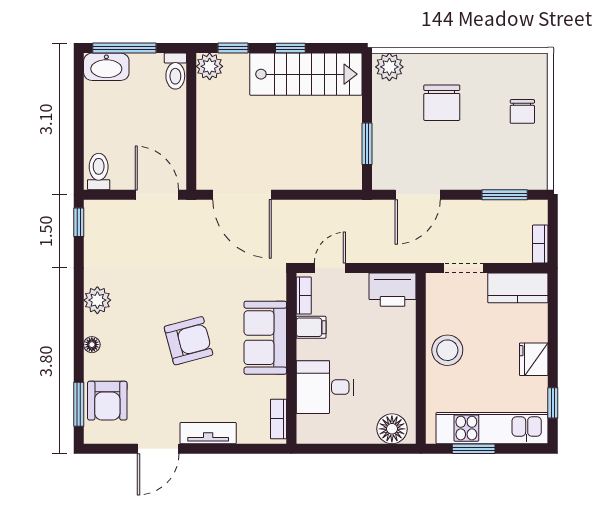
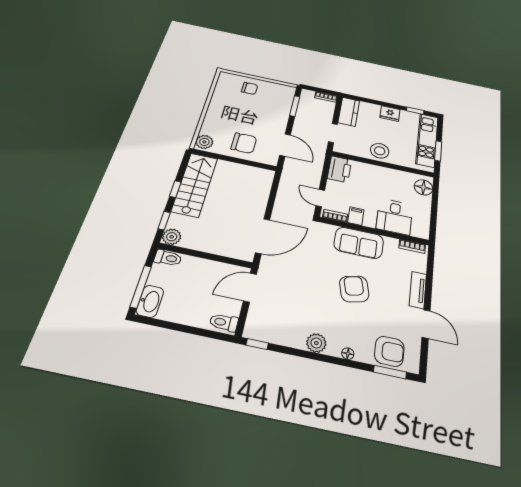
chair: (442, 103) -> (244, 143), moved
window: (367, 144) -> (248, 163), removed

